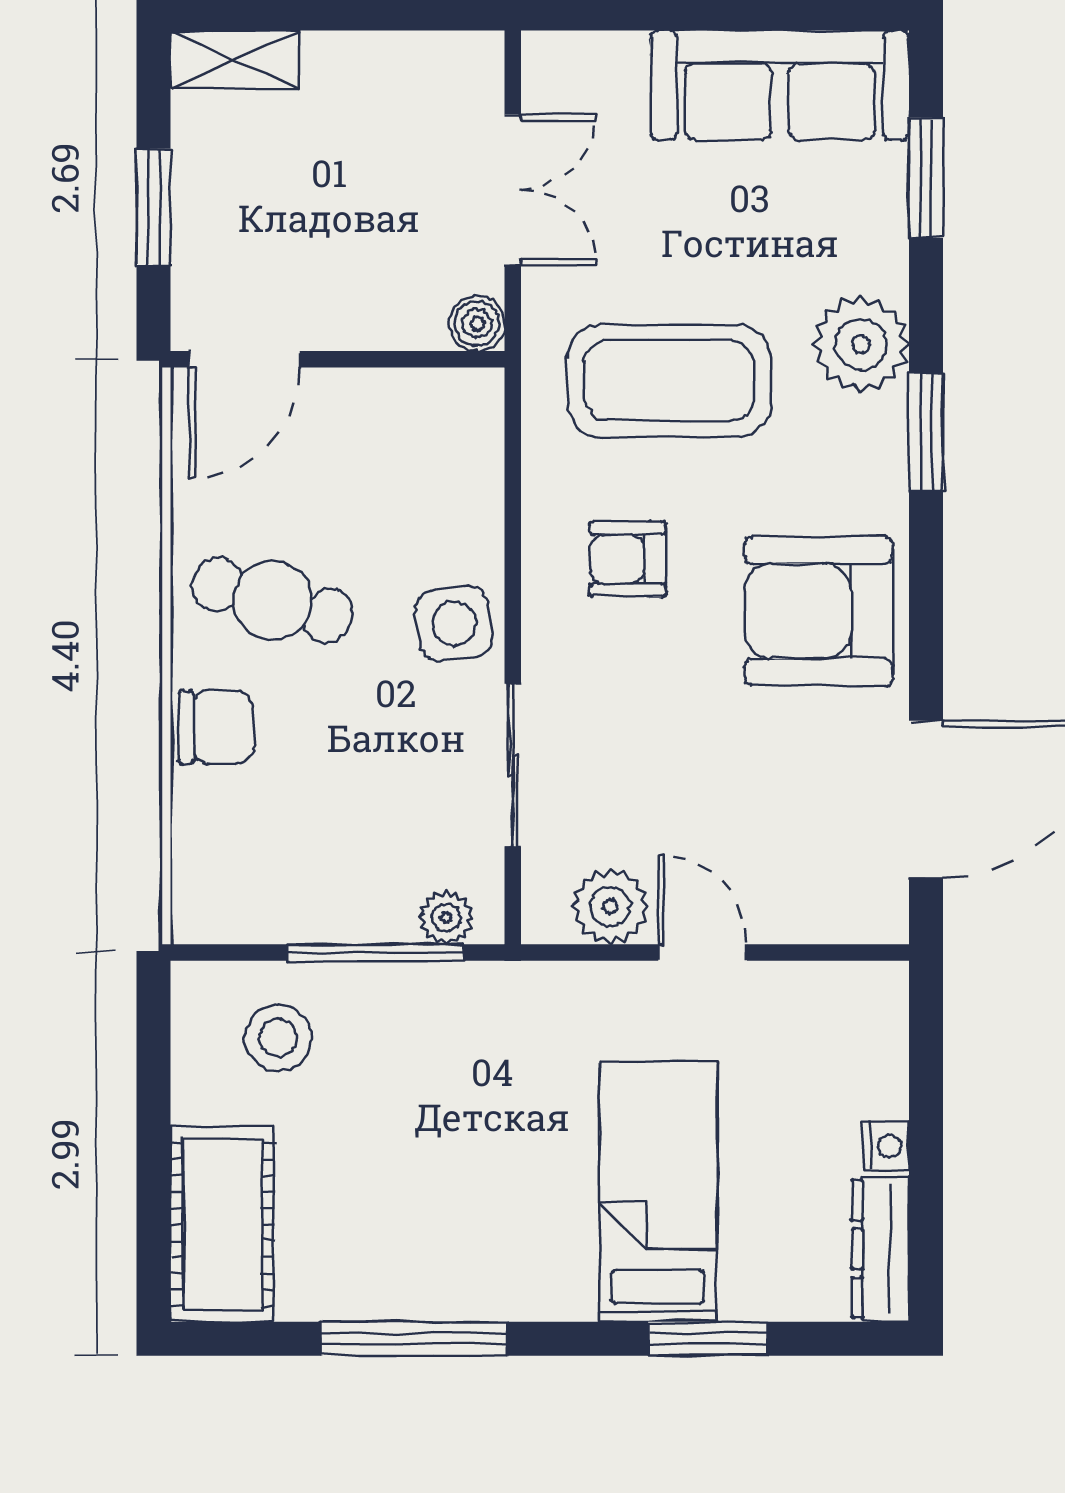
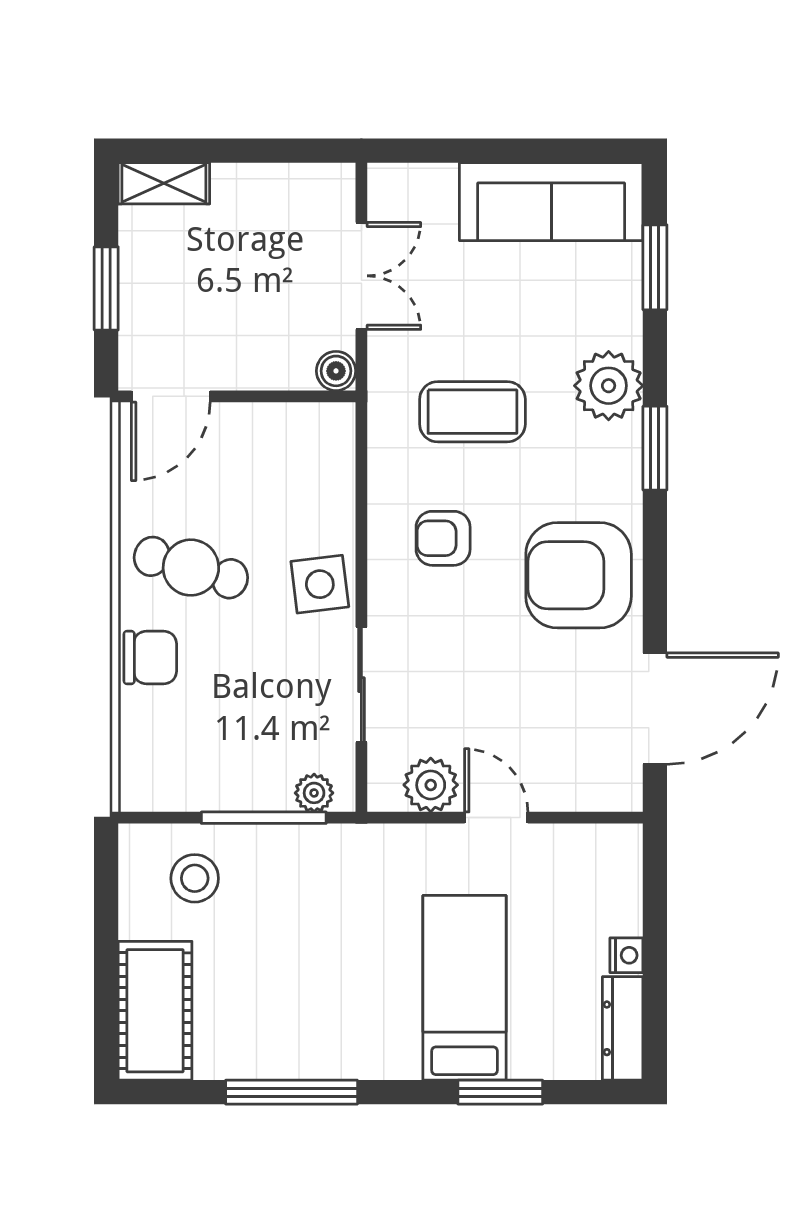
coffee table: (669, 381) -> (472, 412), width x0.73, depth x0.76

